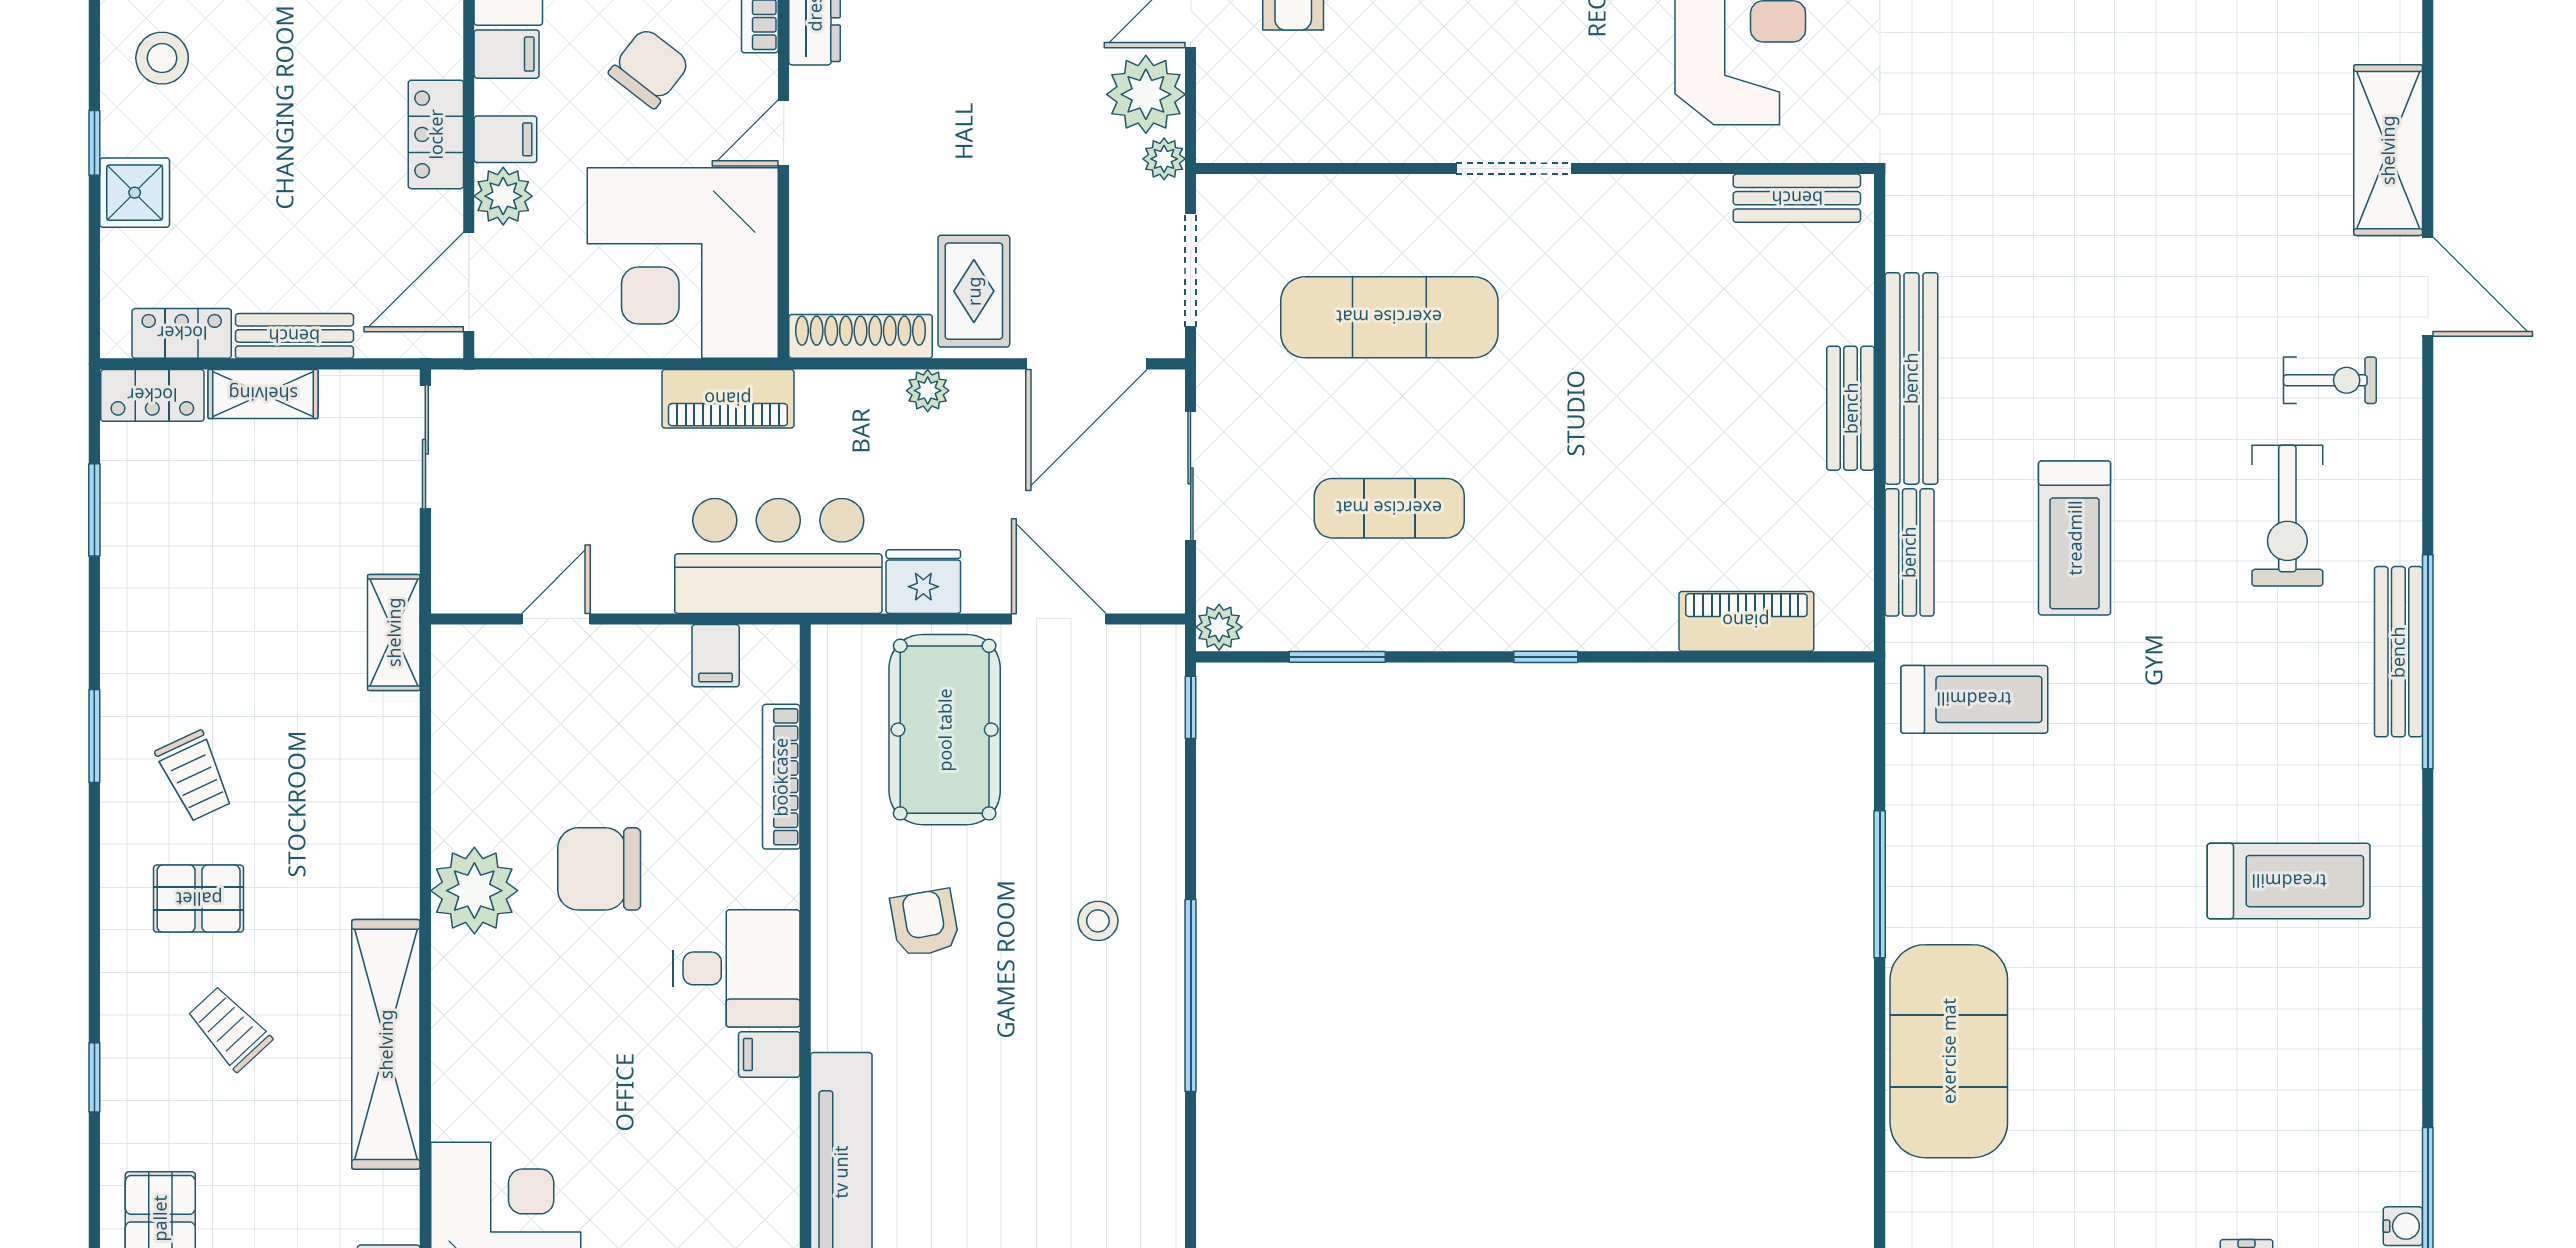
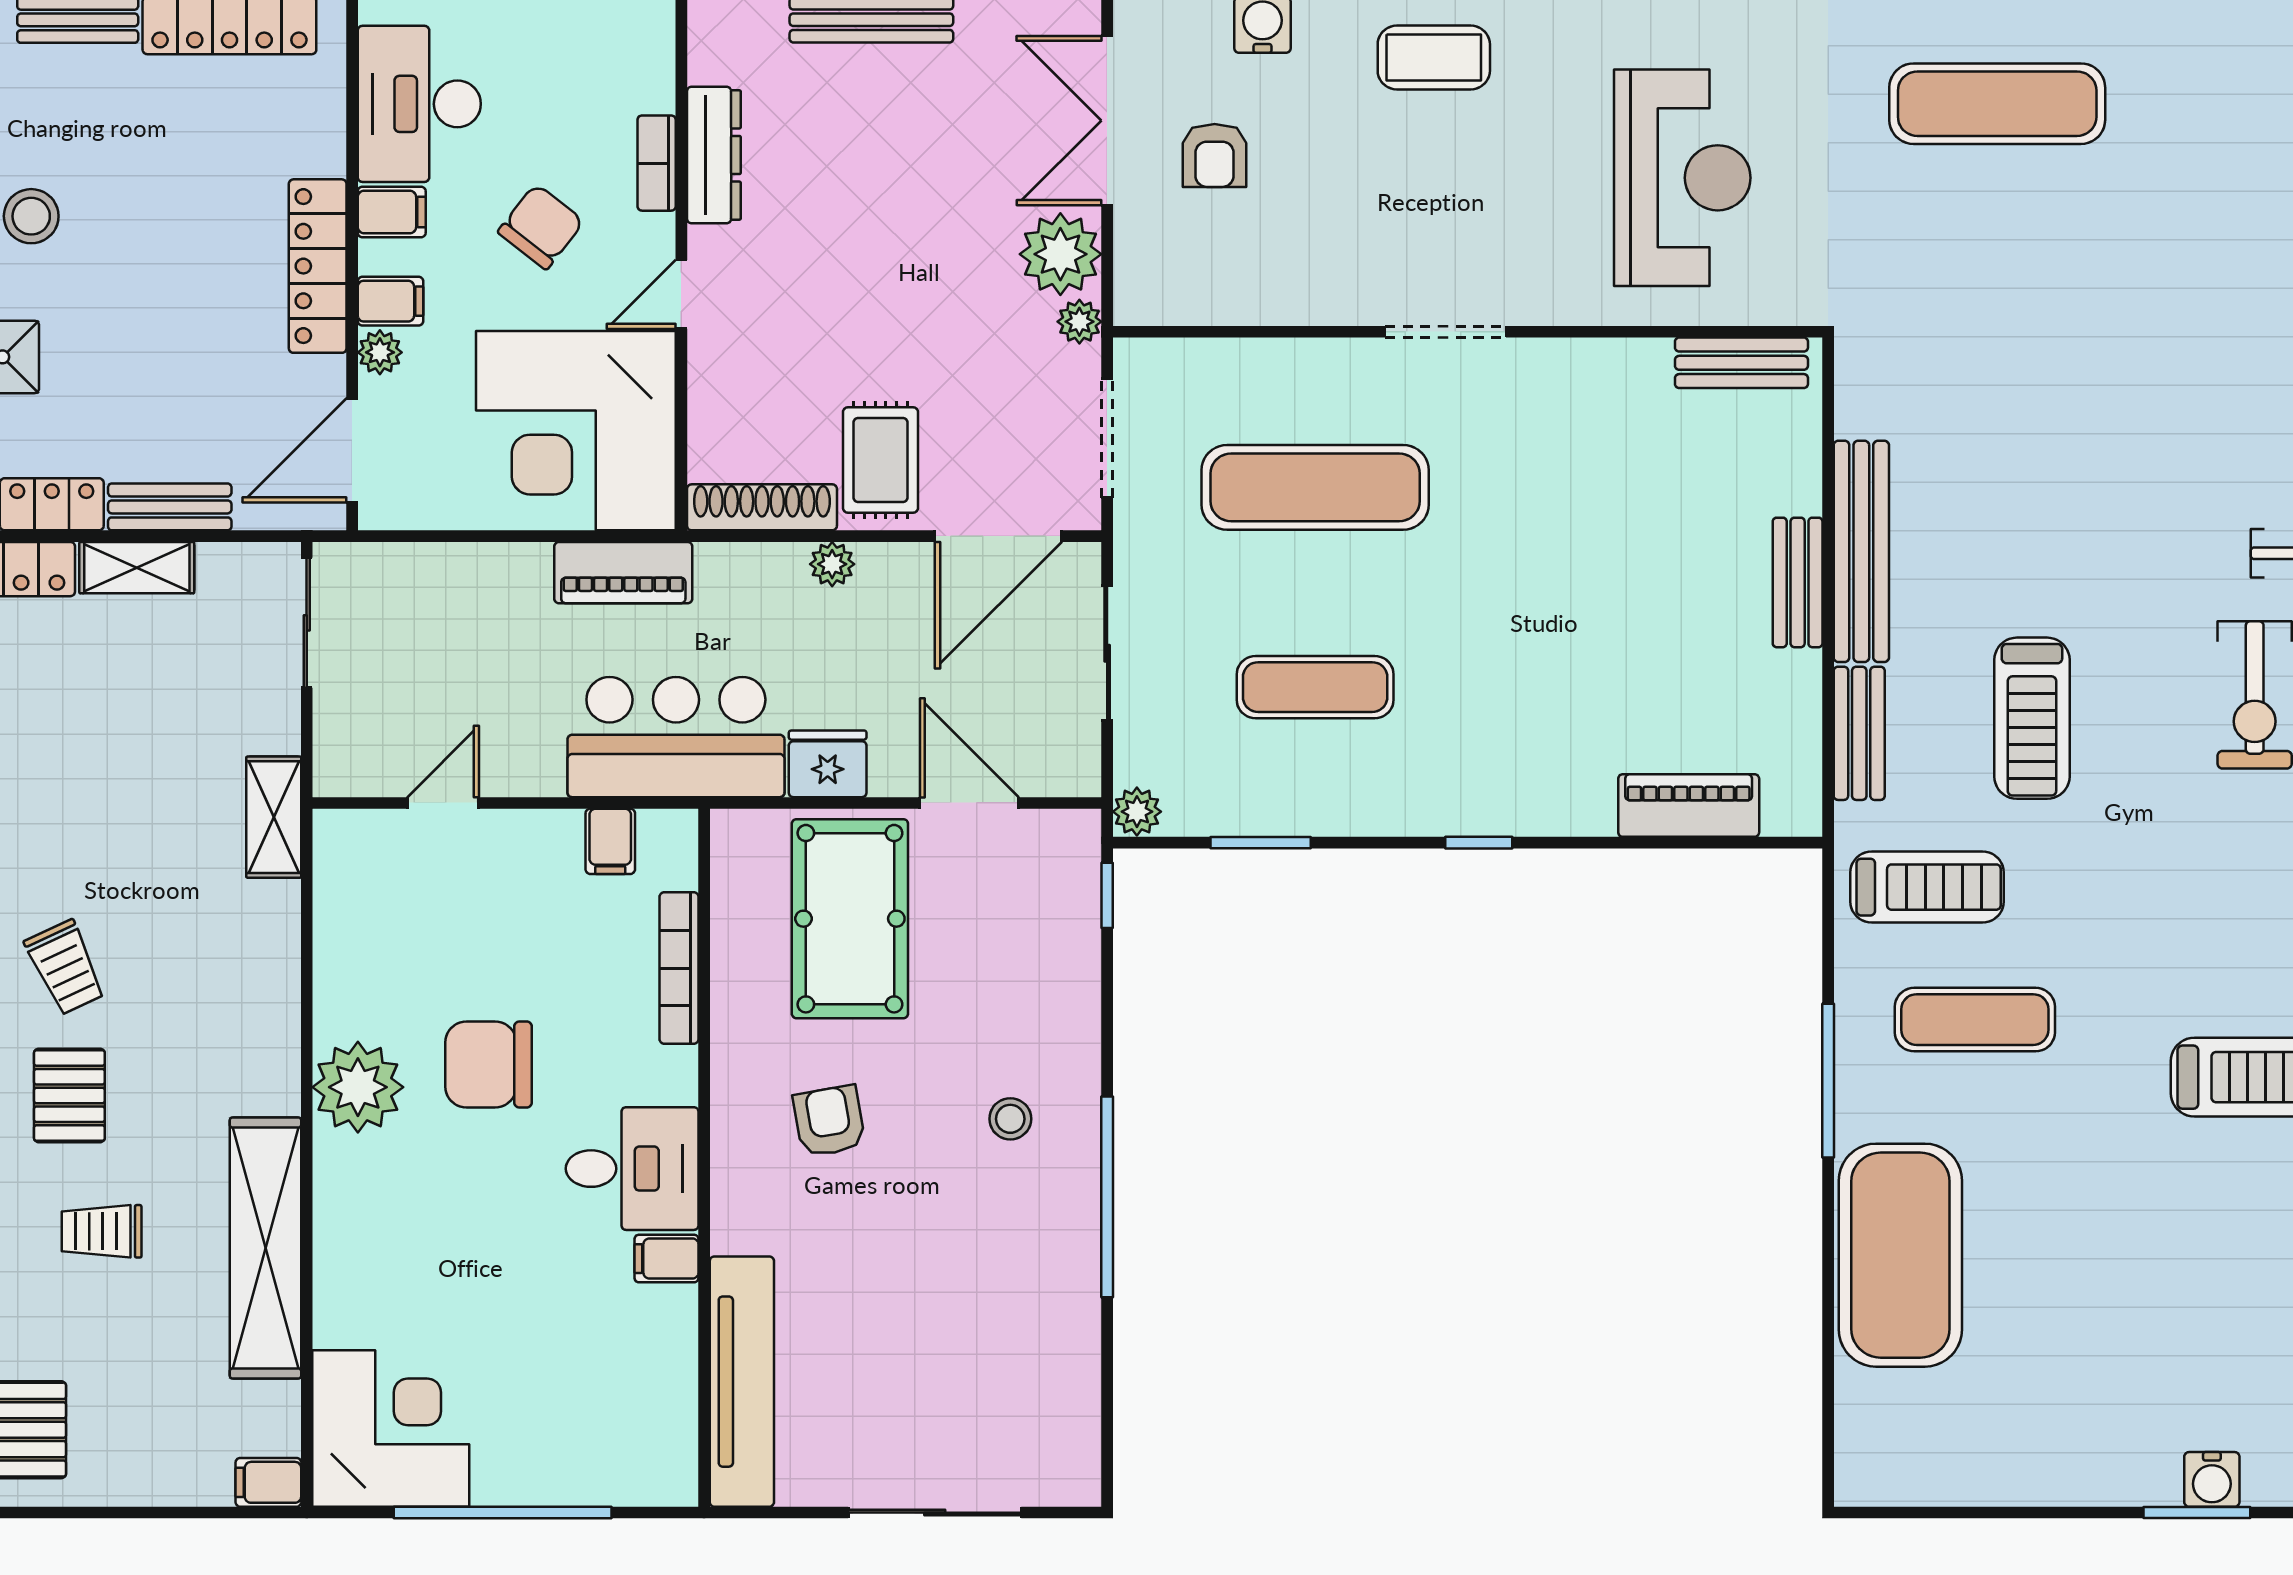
locker: (436, 134) -> (318, 266), width x1.53
plant: (503, 196) -> (380, 352), width x0.73, depth x0.73
exercise mat: (2020, 826) -> (1975, 1020), added
pallet: (199, 899) -> (69, 1095), turned 90
trolley: (229, 1028) -> (102, 1231), turned -47

